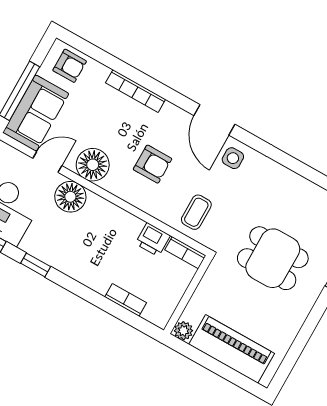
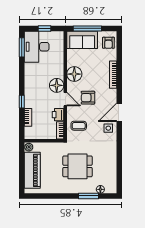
door: (47, 162) -> (65, 99), moved
armchair: (153, 164) -> (88, 98), turned 90
floor lamp: (70, 197) -> (57, 85), moved
dining table: (273, 258) -> (78, 166), turned 90
window: (36, 265) -> (22, 102), moved

